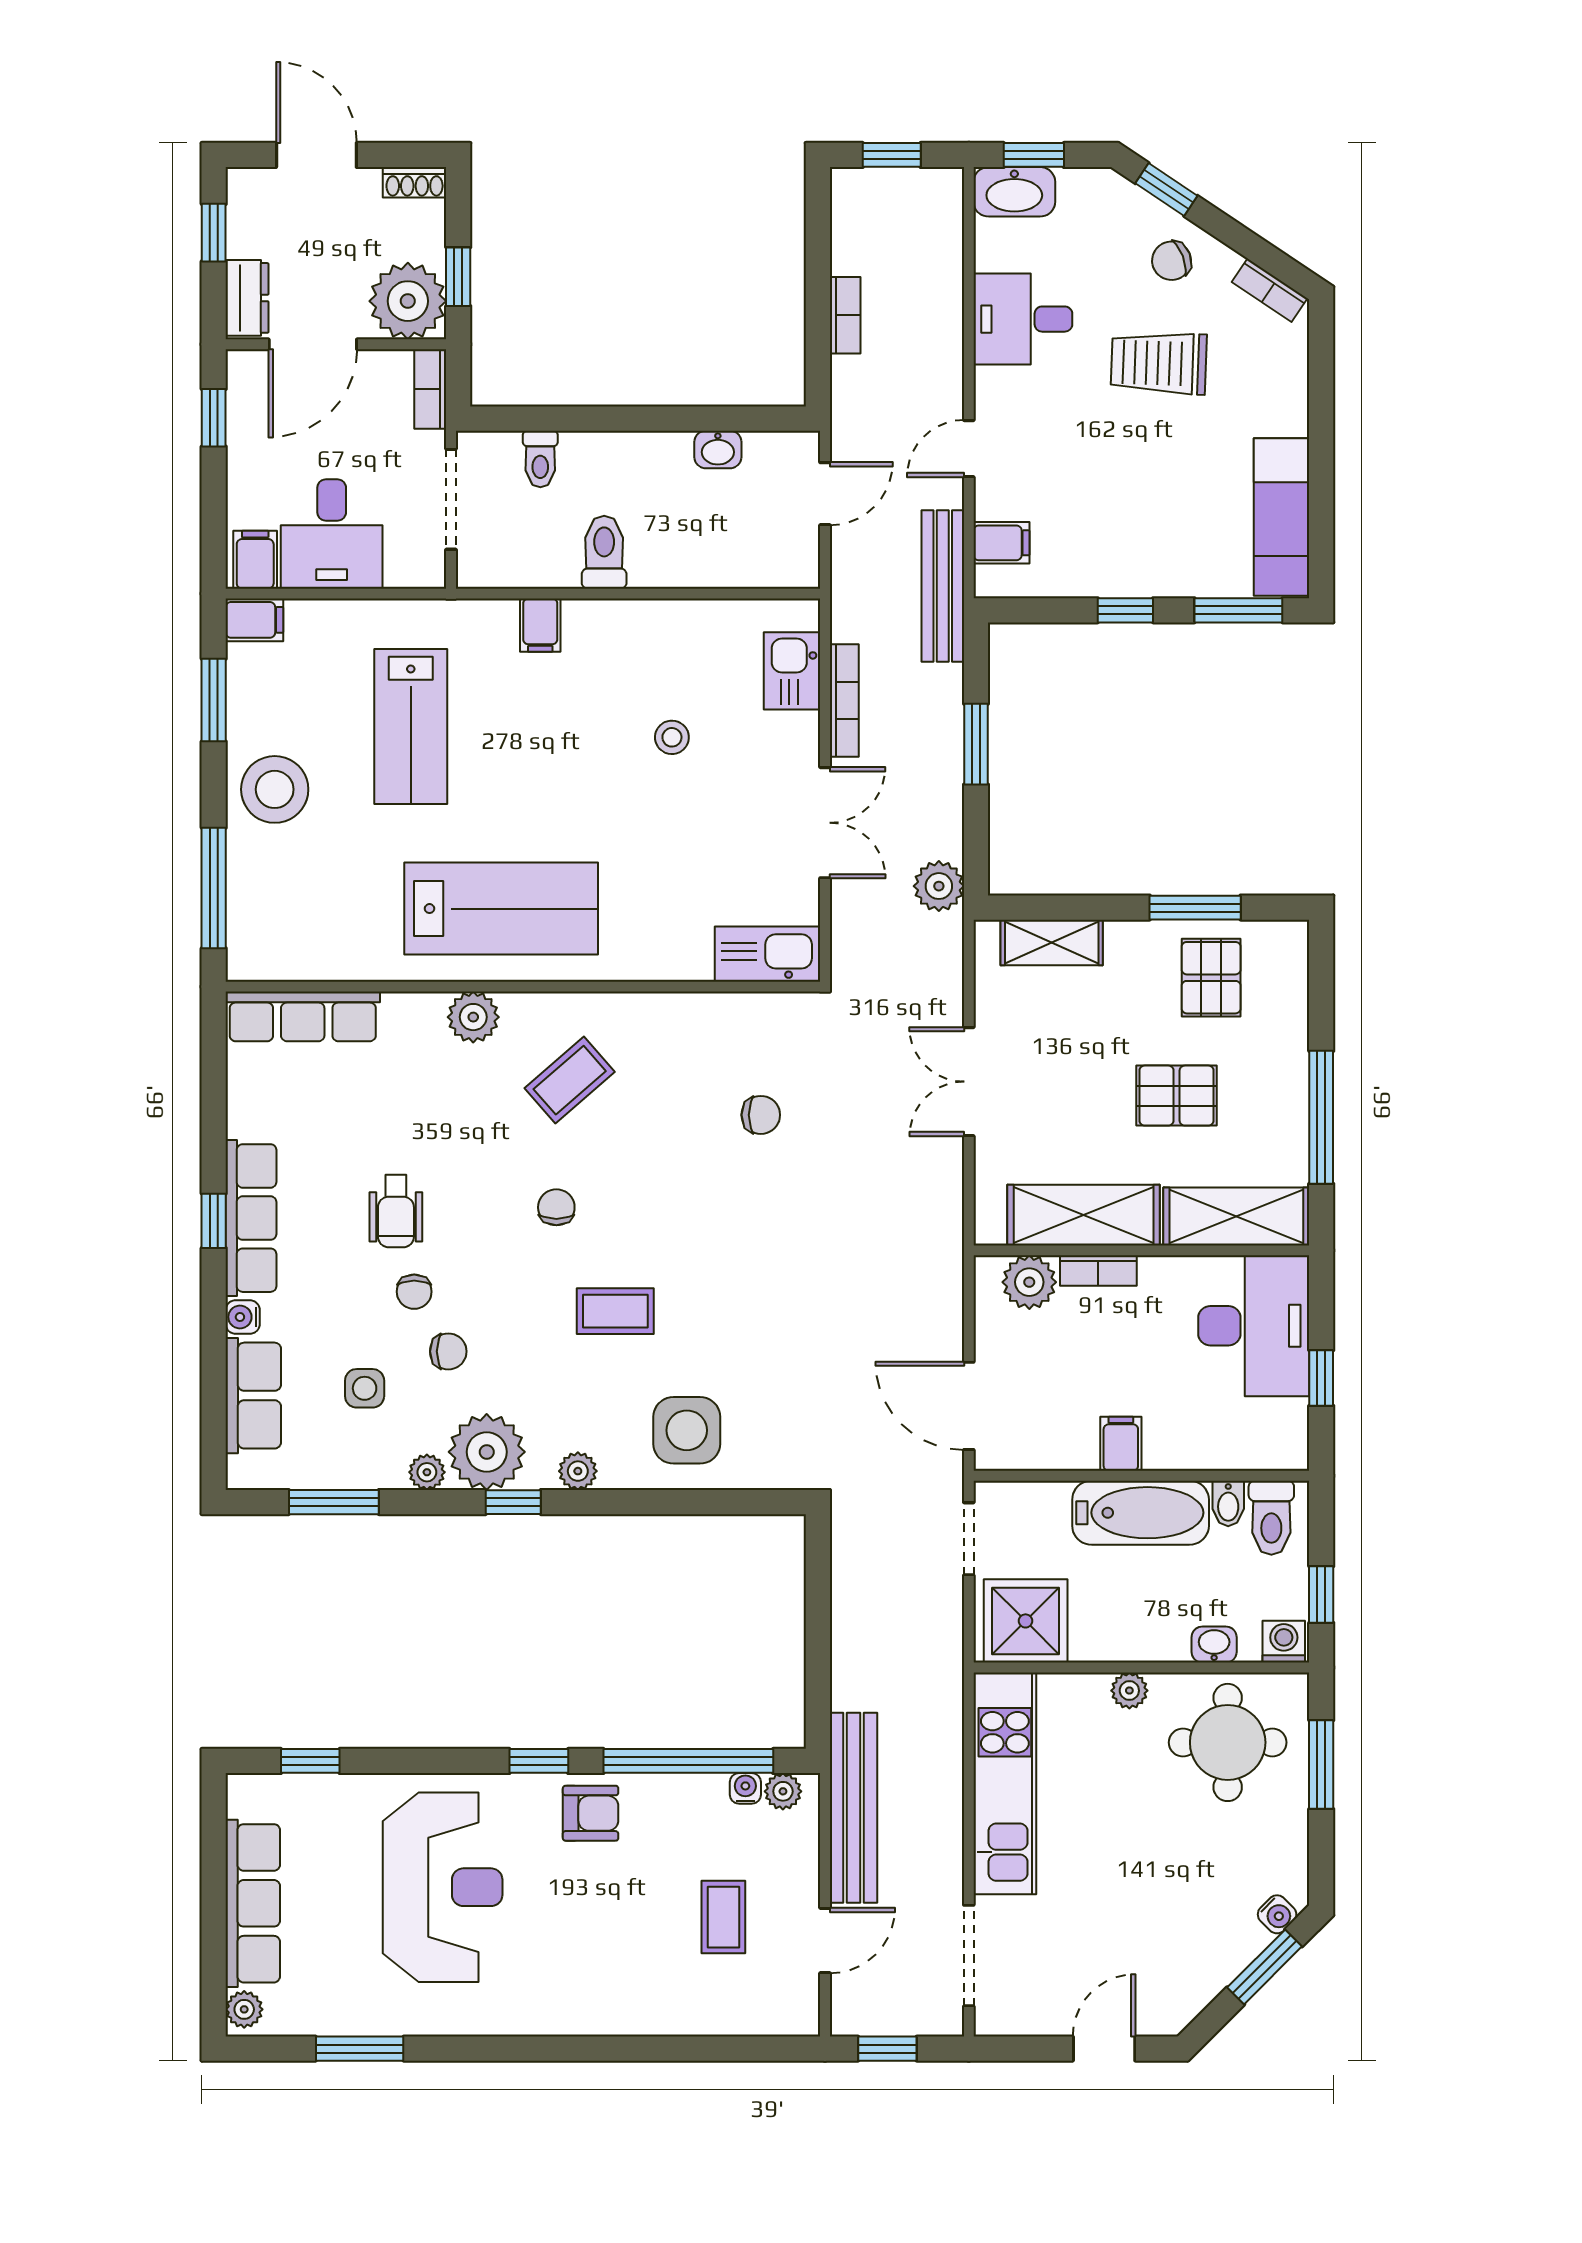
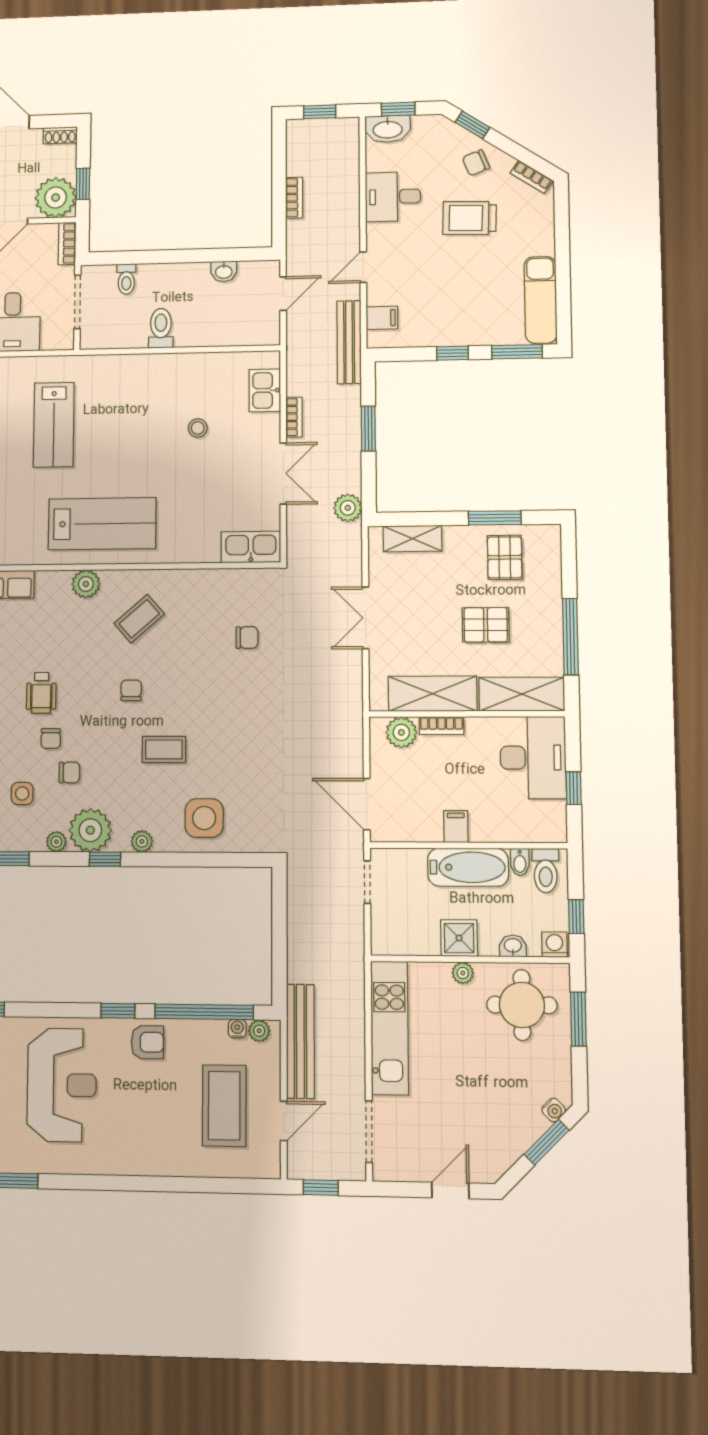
filing cabinet: (540, 625) -> (125, 368), removed
bookcase: (844, 701) -> (294, 417), width x0.64
shower: (1026, 1621) -> (459, 938), moved, width x0.73, depth x0.73
coffee table: (723, 1917) -> (224, 1106), width x1.86, depth x1.72

